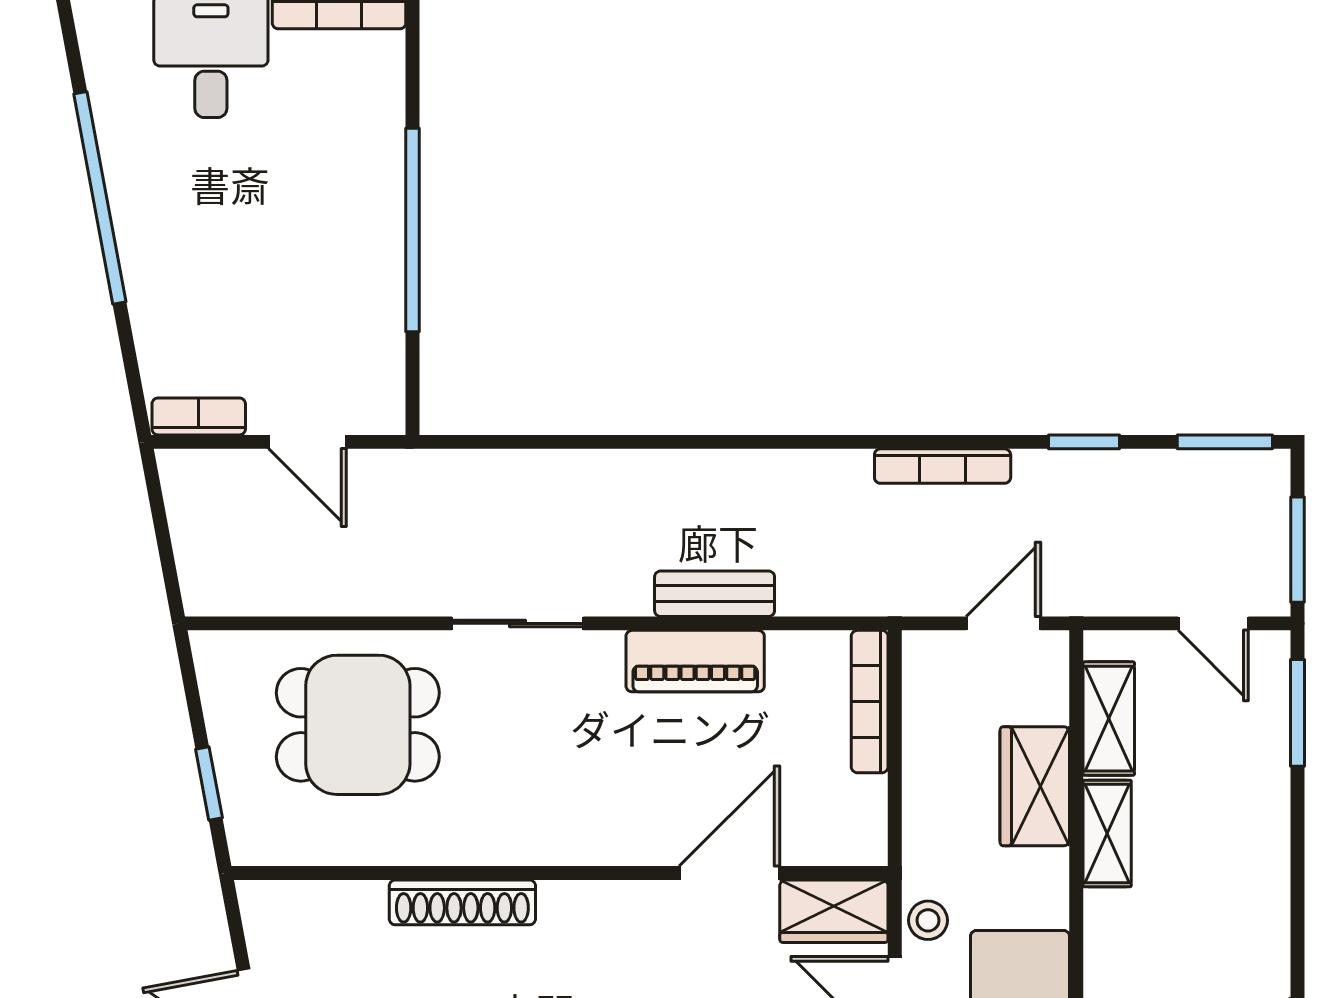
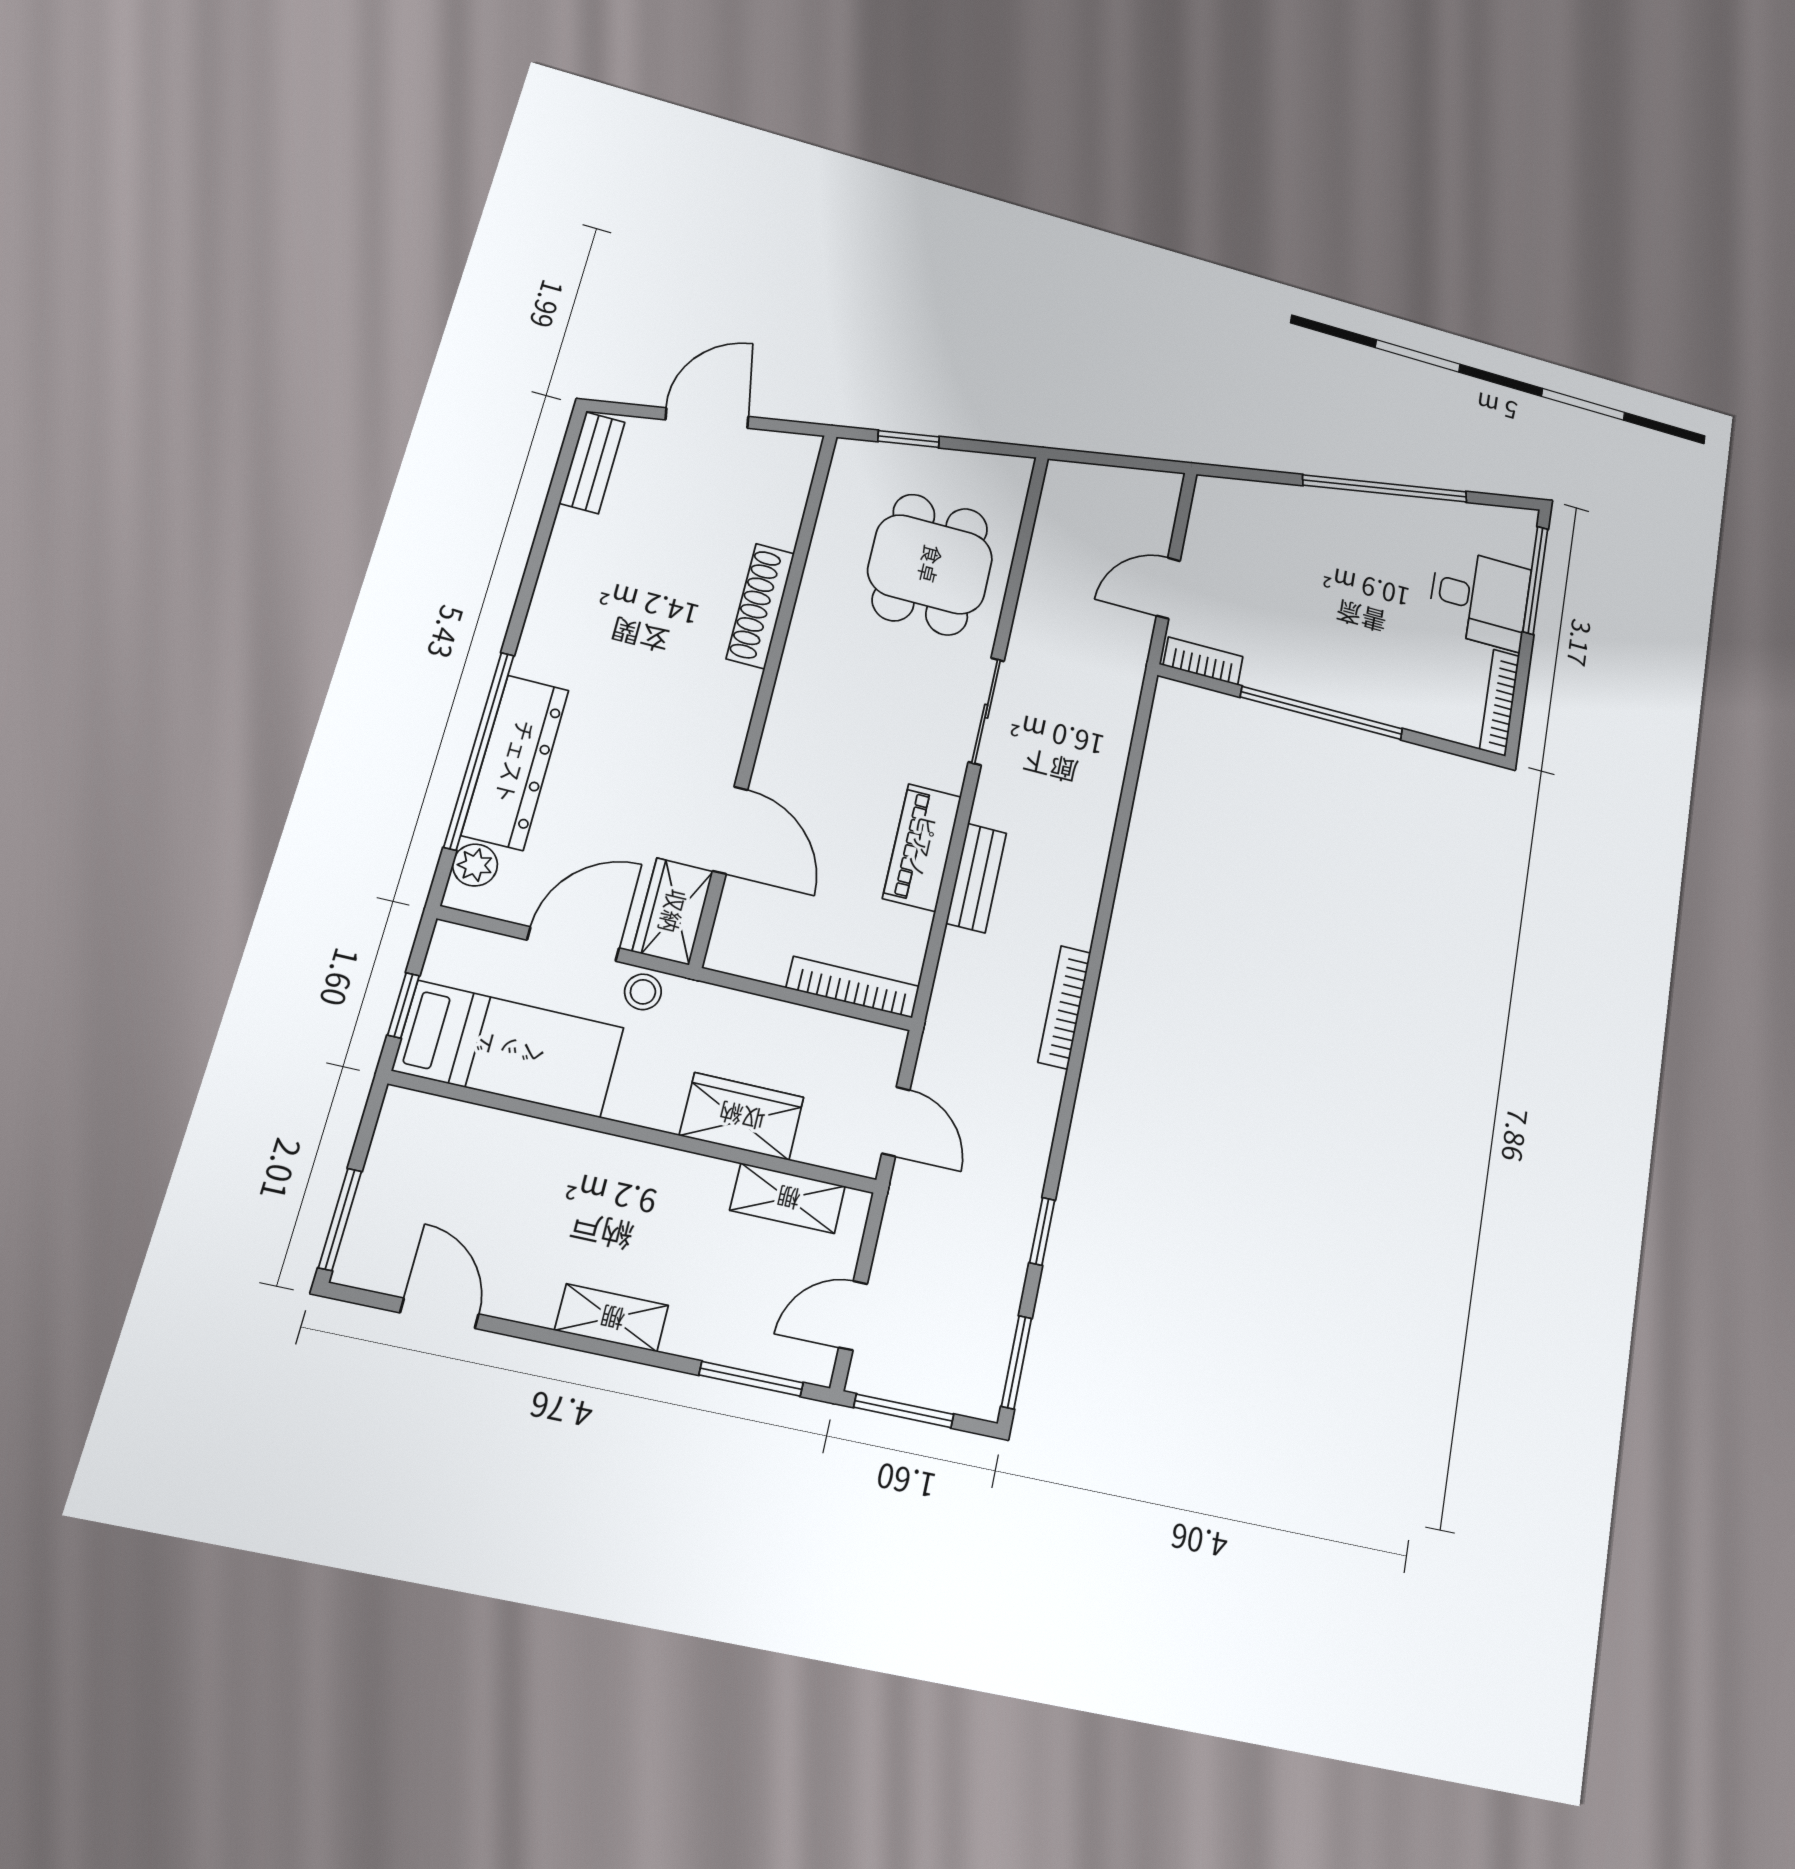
bookcase: (199, 416) -> (1203, 661), moved, turned -90
bookcase: (943, 466) -> (1064, 1007), moved
shelving: (1107, 833) -> (612, 1318), moved

